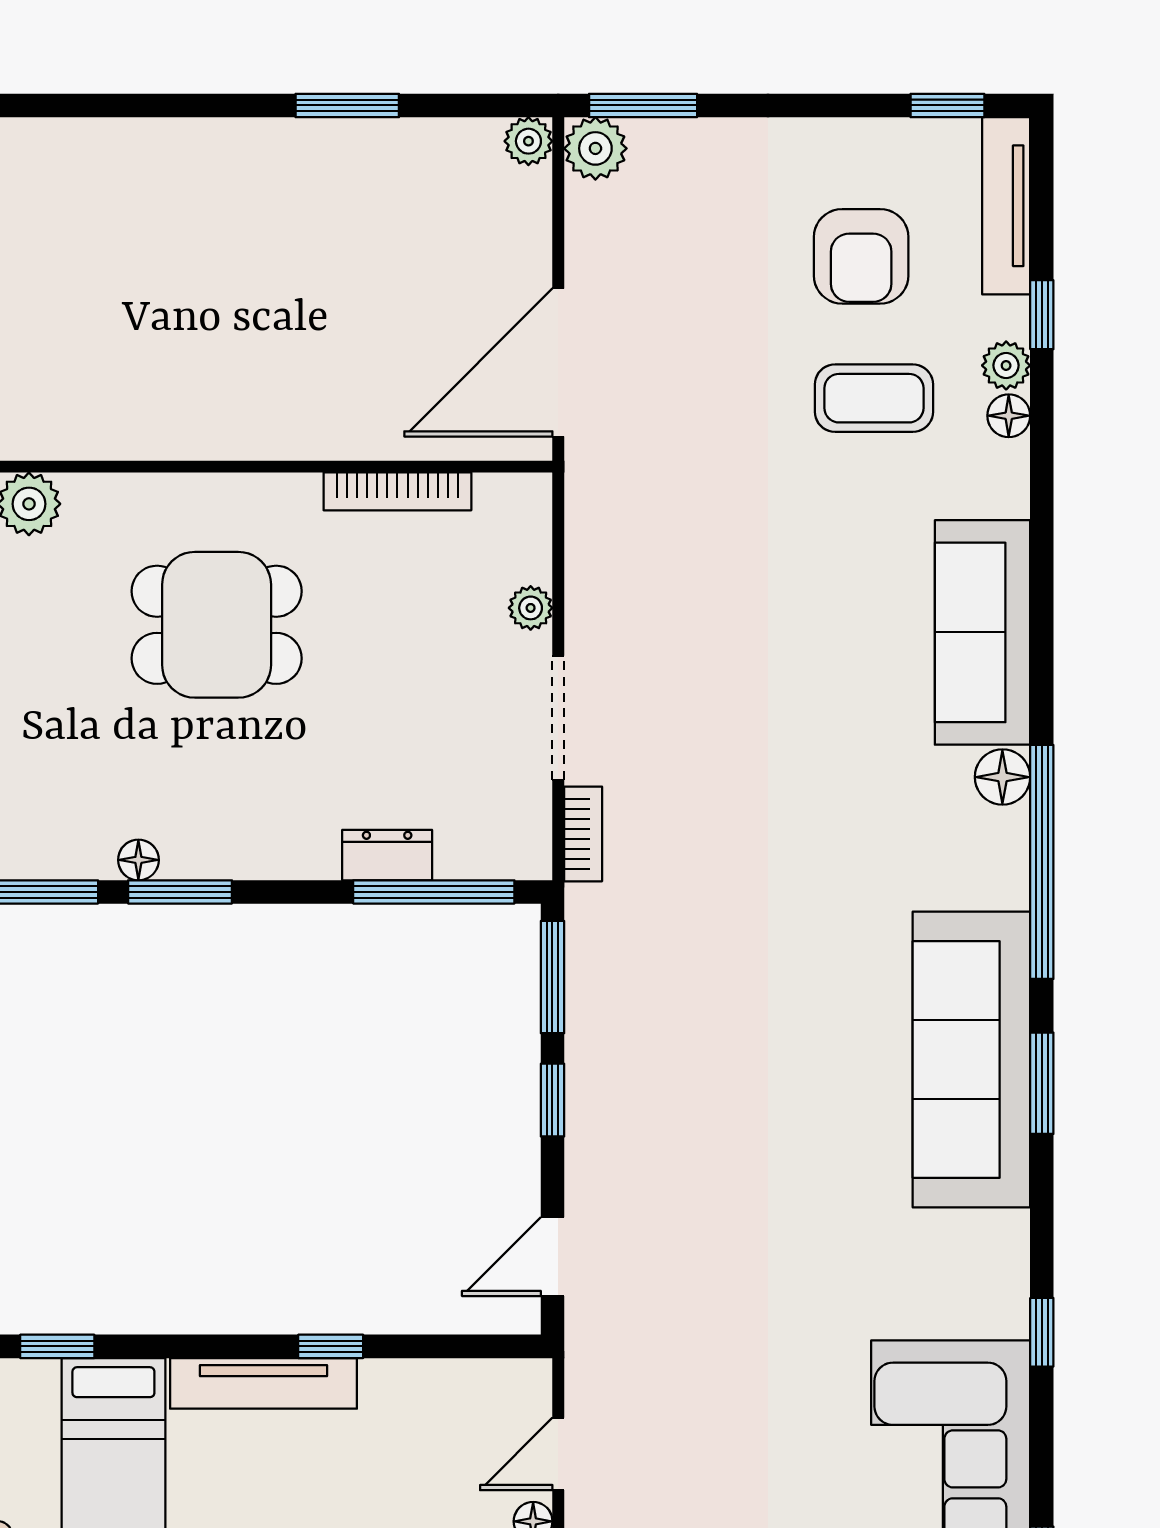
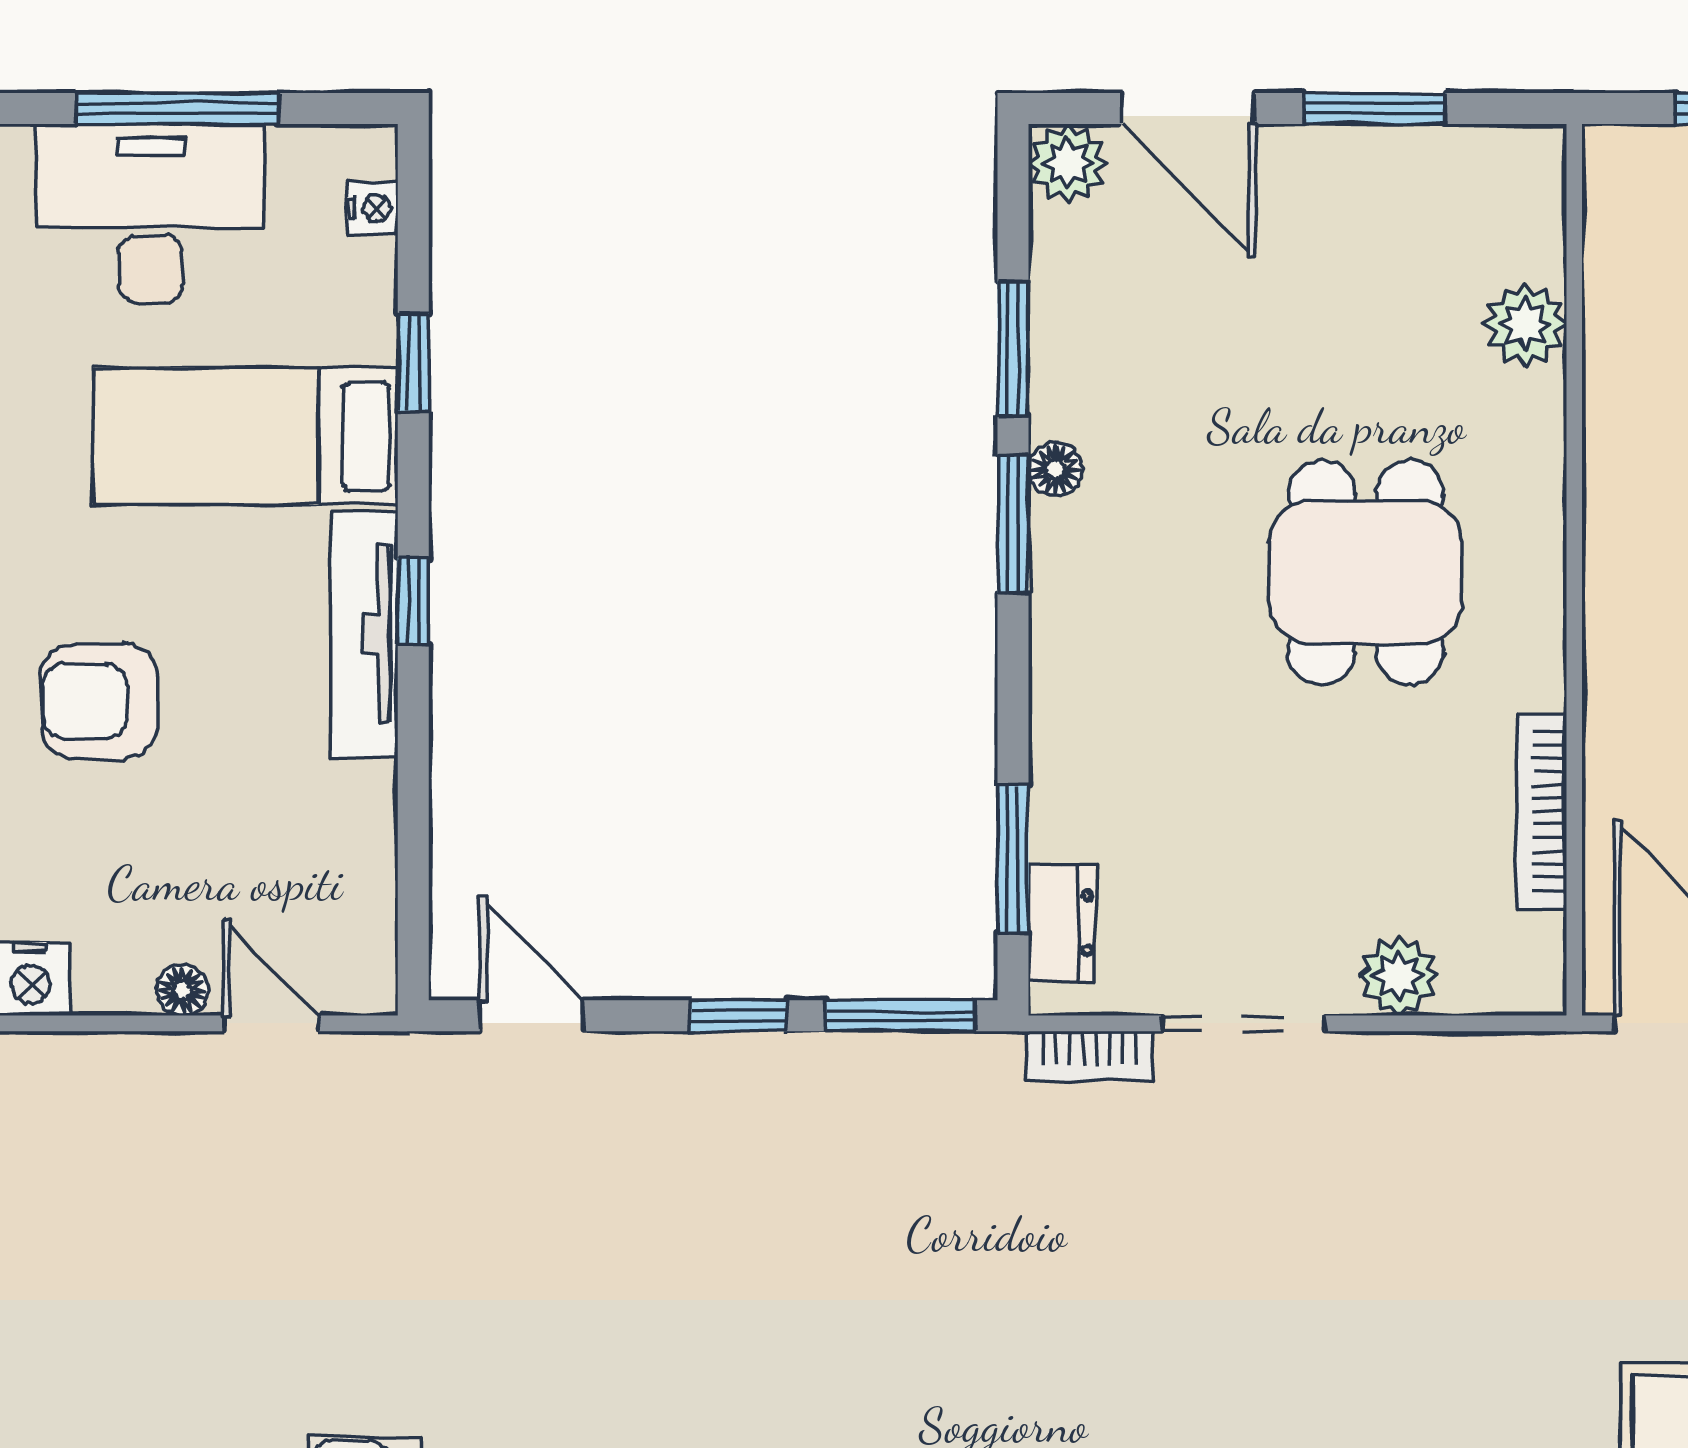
plant: (531, 608) -> (1399, 976), width x1.38, depth x1.38
dresser: (387, 855) -> (1062, 923), moved
window: (434, 892) -> (1013, 859), width x0.69
window: (331, 1346) -> (413, 601), moved

